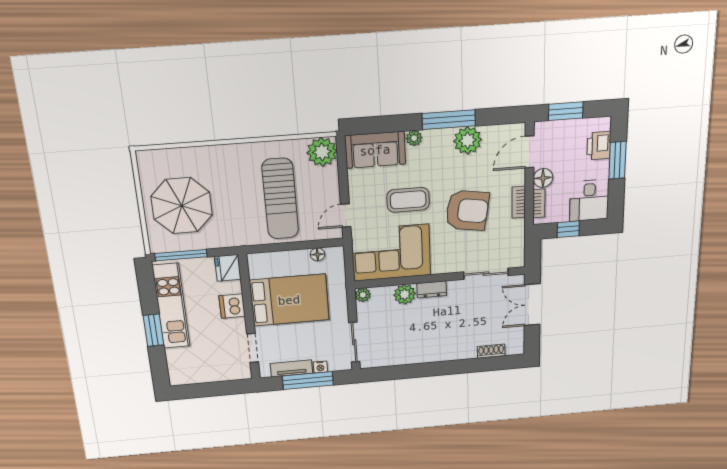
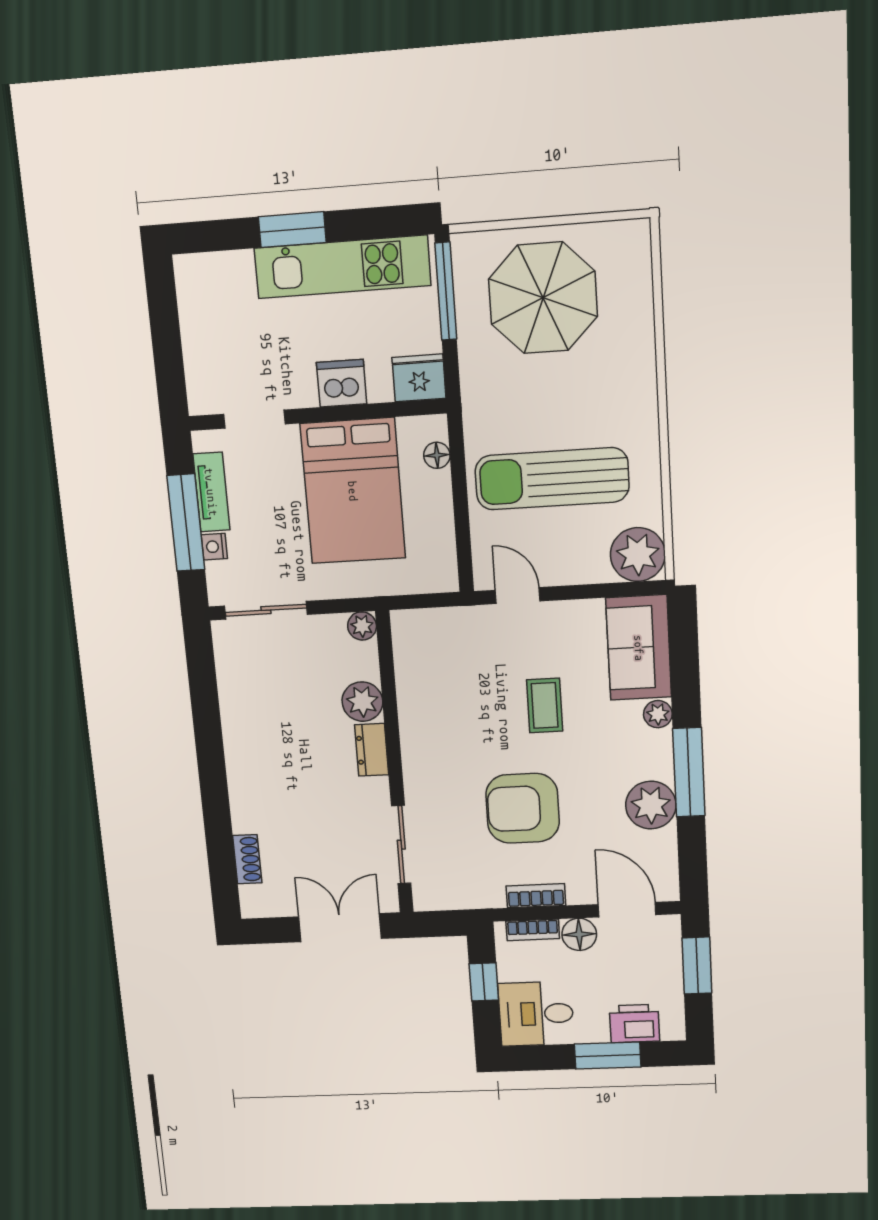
coffee table: (408, 200) -> (545, 705), width x0.73, depth x0.77
armchair: (467, 210) -> (523, 808), turned 81
corner sofa: (391, 253) -> (445, 677), removed
floor lamp: (317, 254) -> (437, 455), moved

